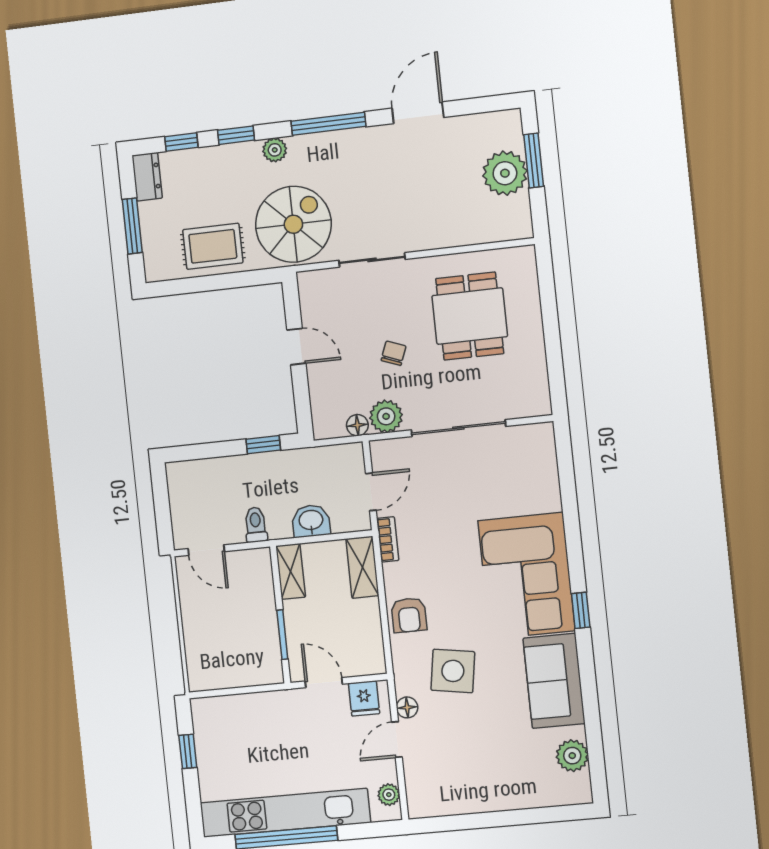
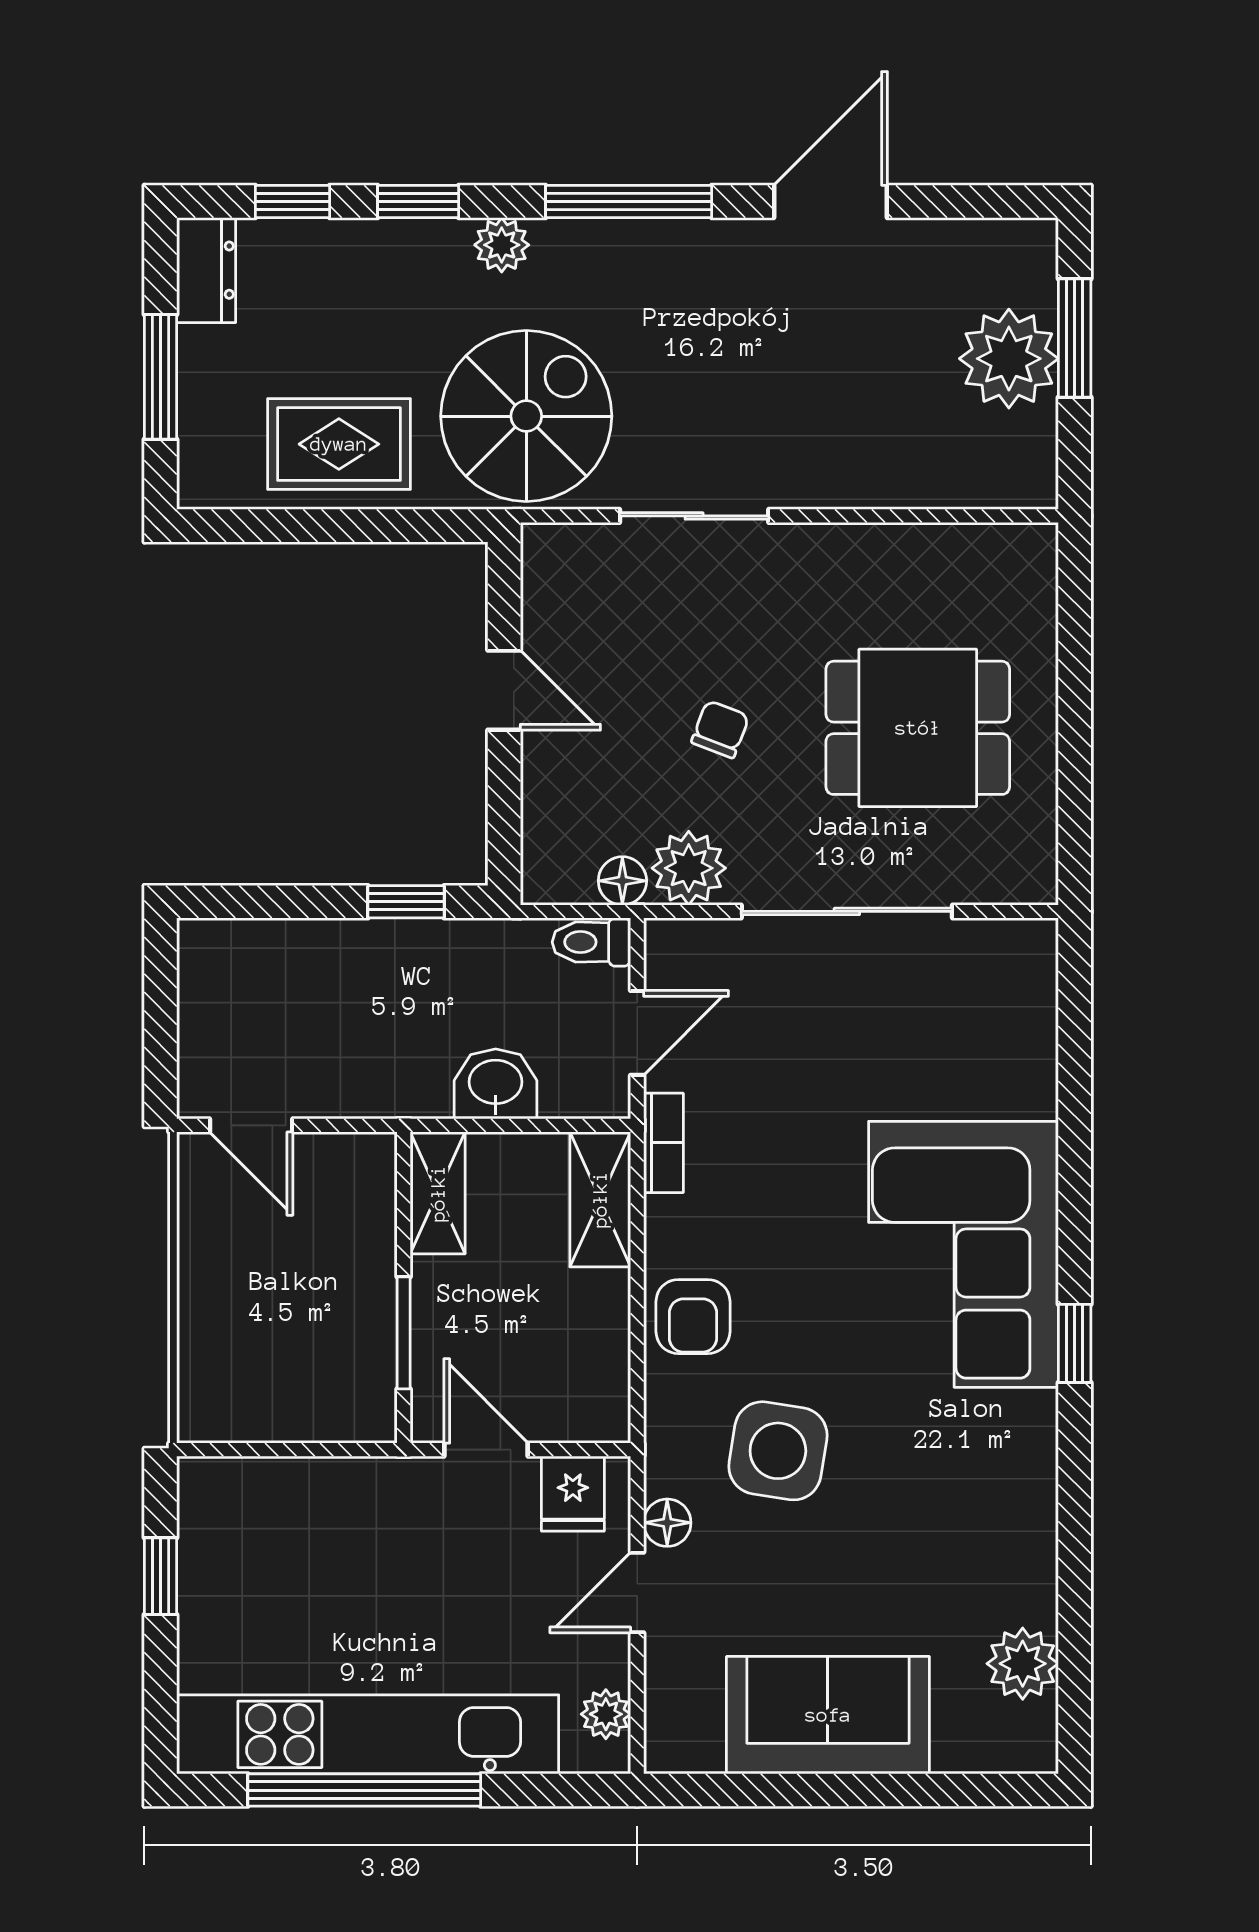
dining table: (470, 316) -> (918, 728), moved, turned 90
toilet: (256, 525) -> (591, 942), moved, turned -90
sofa: (554, 681) -> (828, 1715), moved, turned 90

